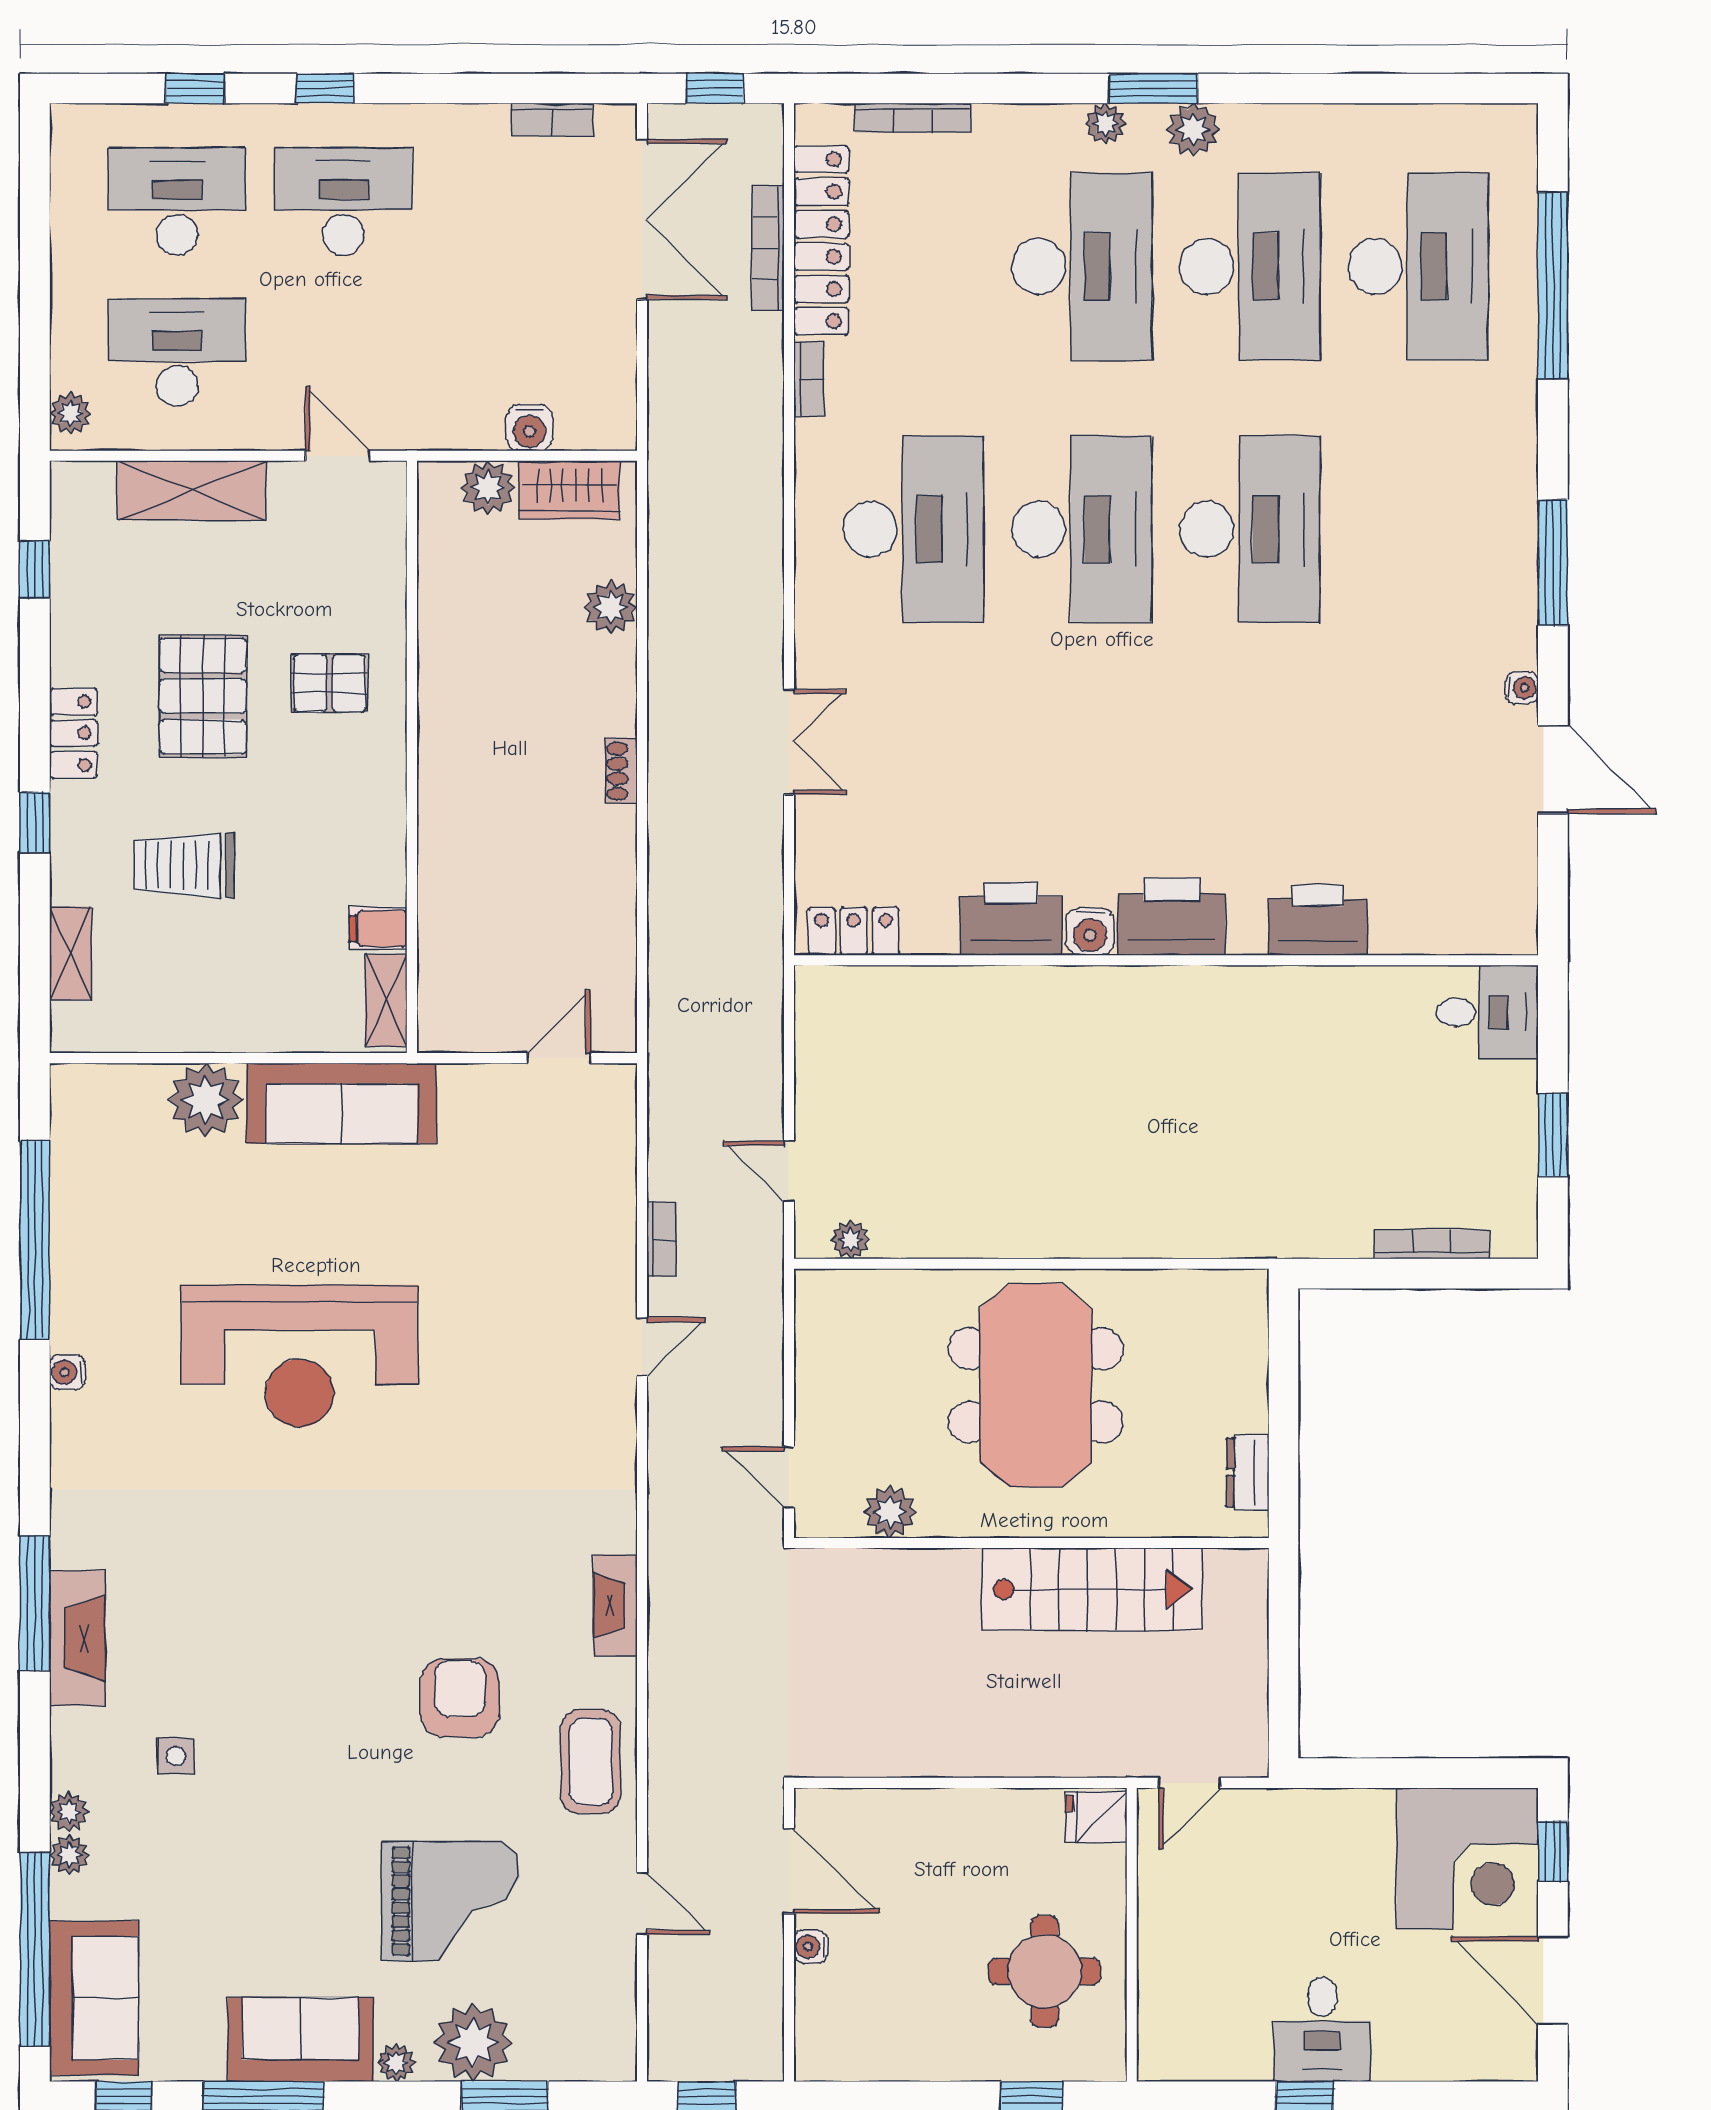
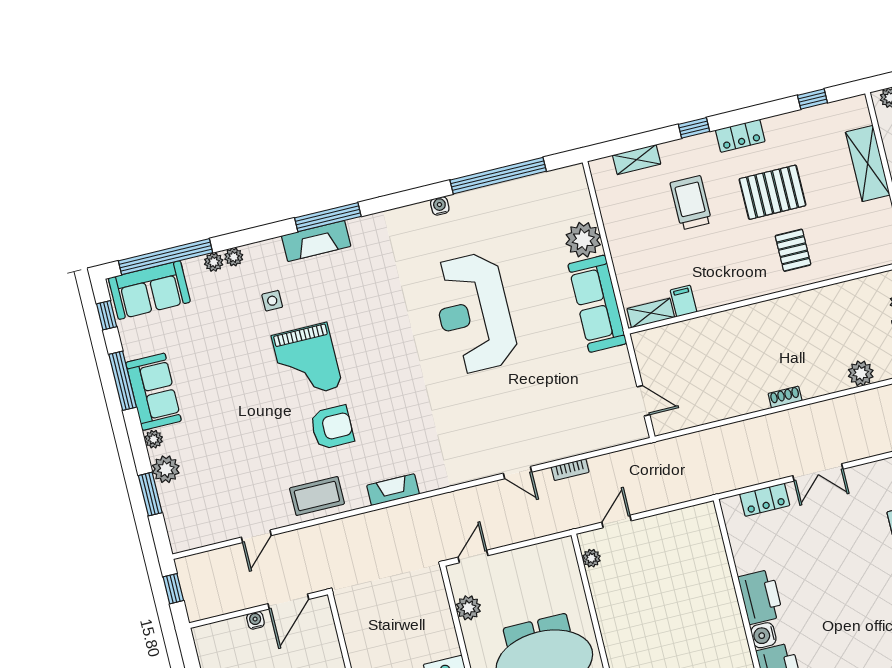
locker: (854, 931) -> (765, 500), moved, turned 90
grand piano: (451, 1901) -> (307, 361), moved
plant: (473, 2042) -> (166, 469), width x0.73, depth x0.73

